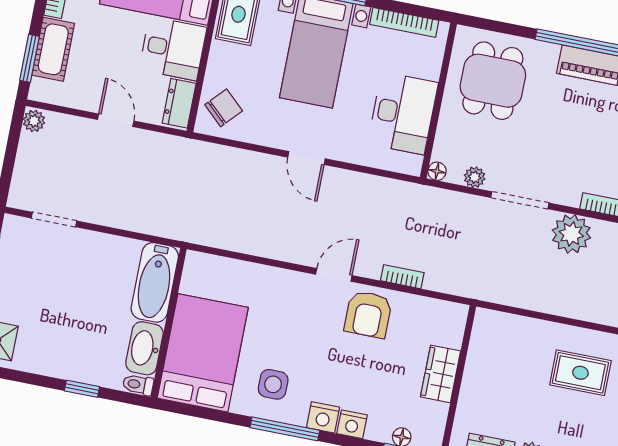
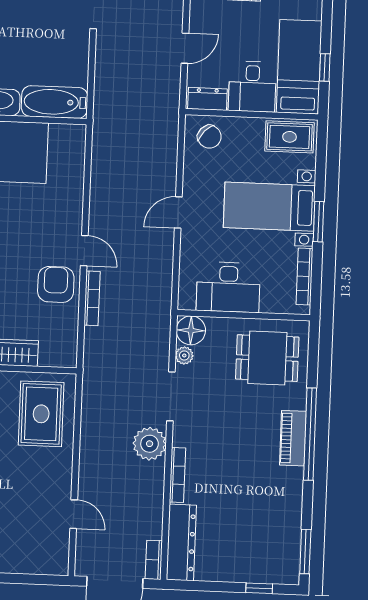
floor lamp: (437, 171) -> (191, 330), width x1.89, depth x1.89
bookcase: (402, 277) -> (92, 298), width x1.56
armchair: (368, 314) -> (56, 284), turned 90
rug: (580, 373) -> (41, 414), moved, width x1.36, depth x1.43

